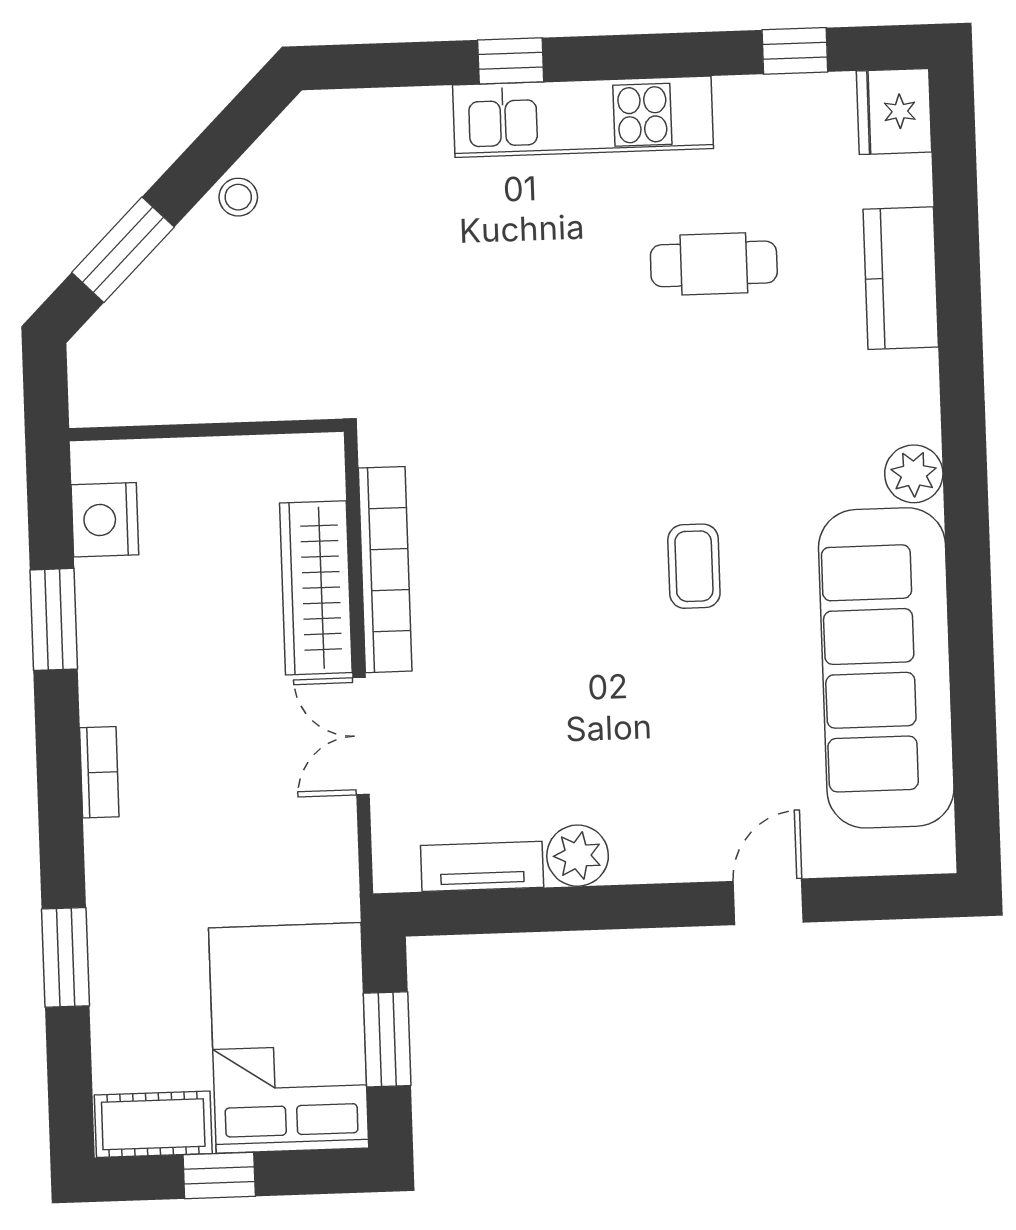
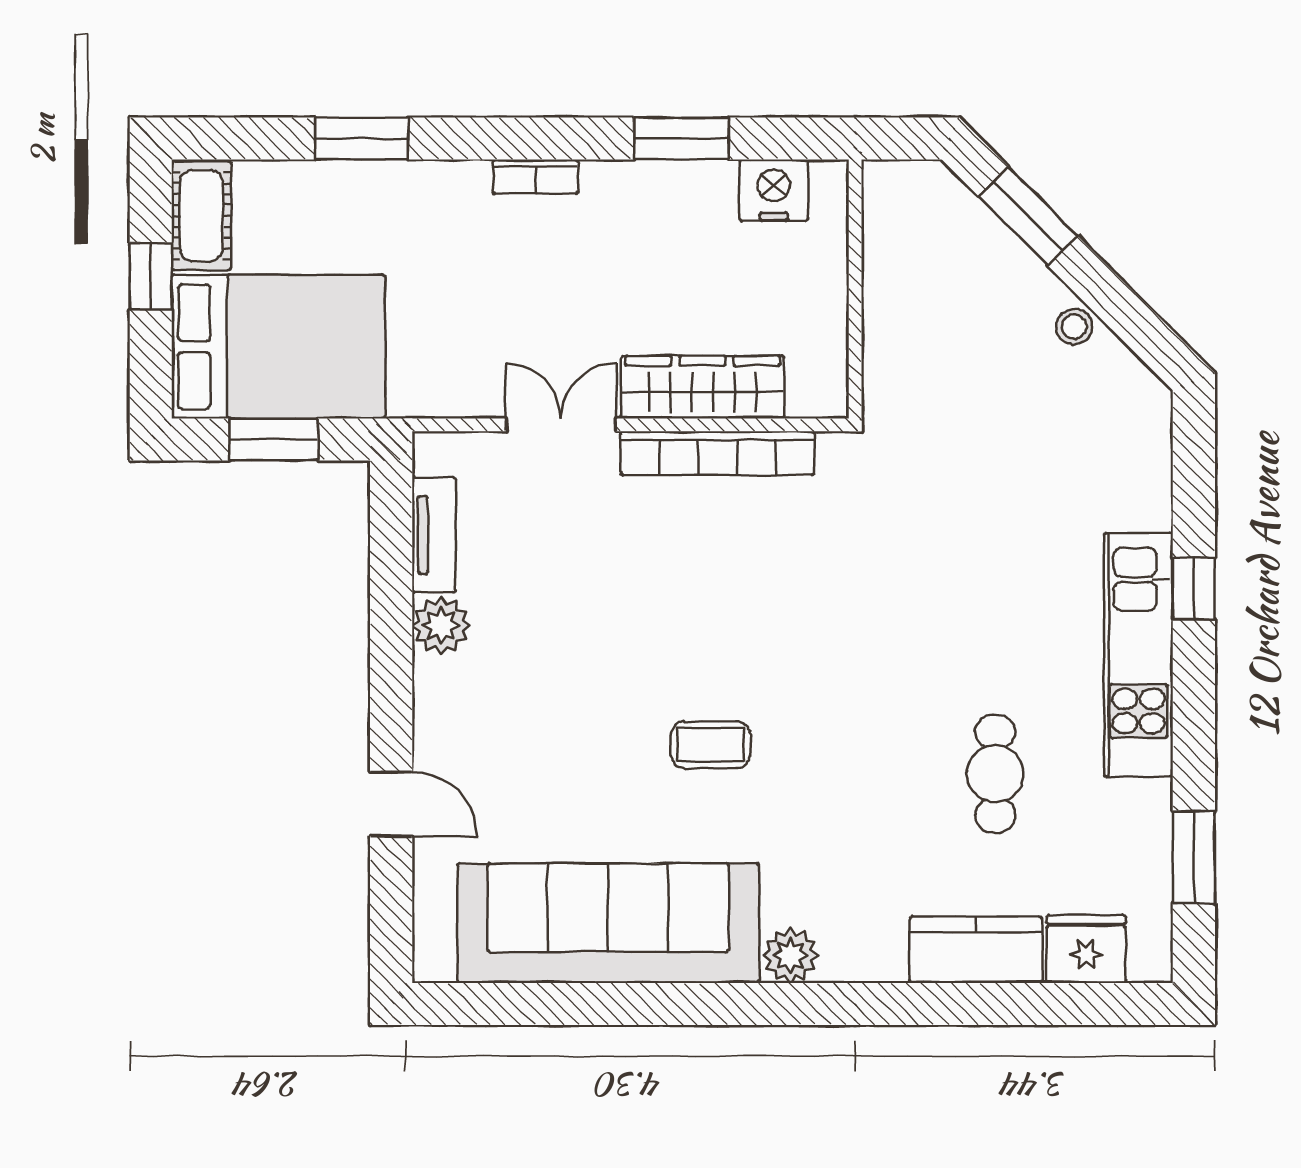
window: (795, 51) -> (1194, 857), width x1.50
fridge: (894, 112) -> (1086, 949), moved

